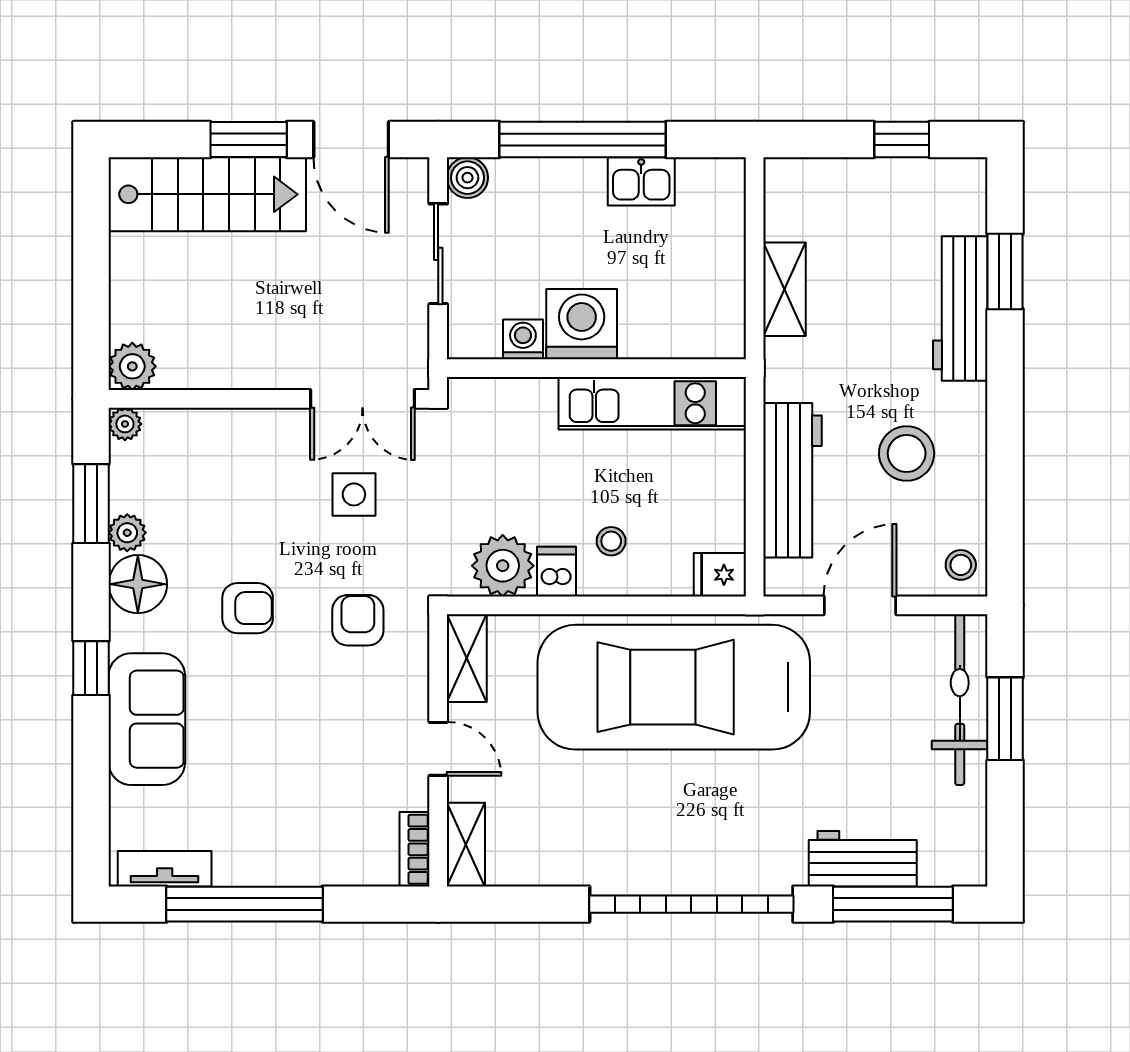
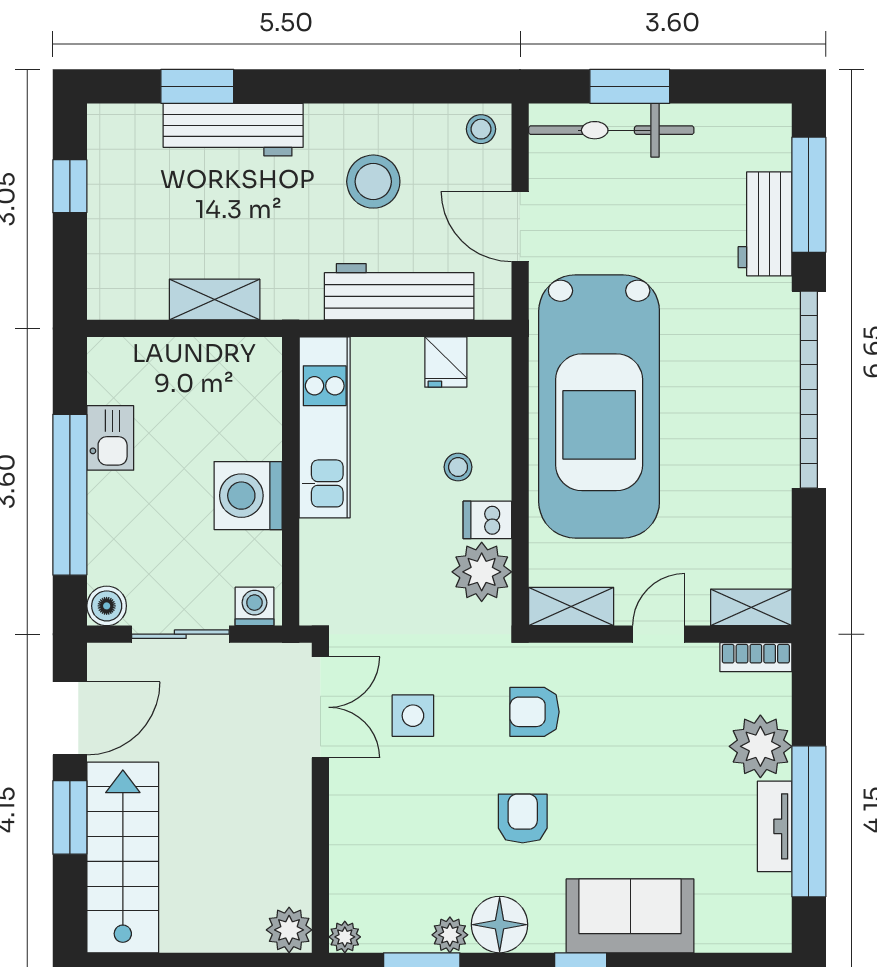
washing machine: (523, 339) -> (254, 606), moved, turned 90
fridge: (720, 575) -> (446, 362), moved
plant: (322, 854) -> (760, 746), added
tv unit: (165, 869) -> (775, 826), moved

